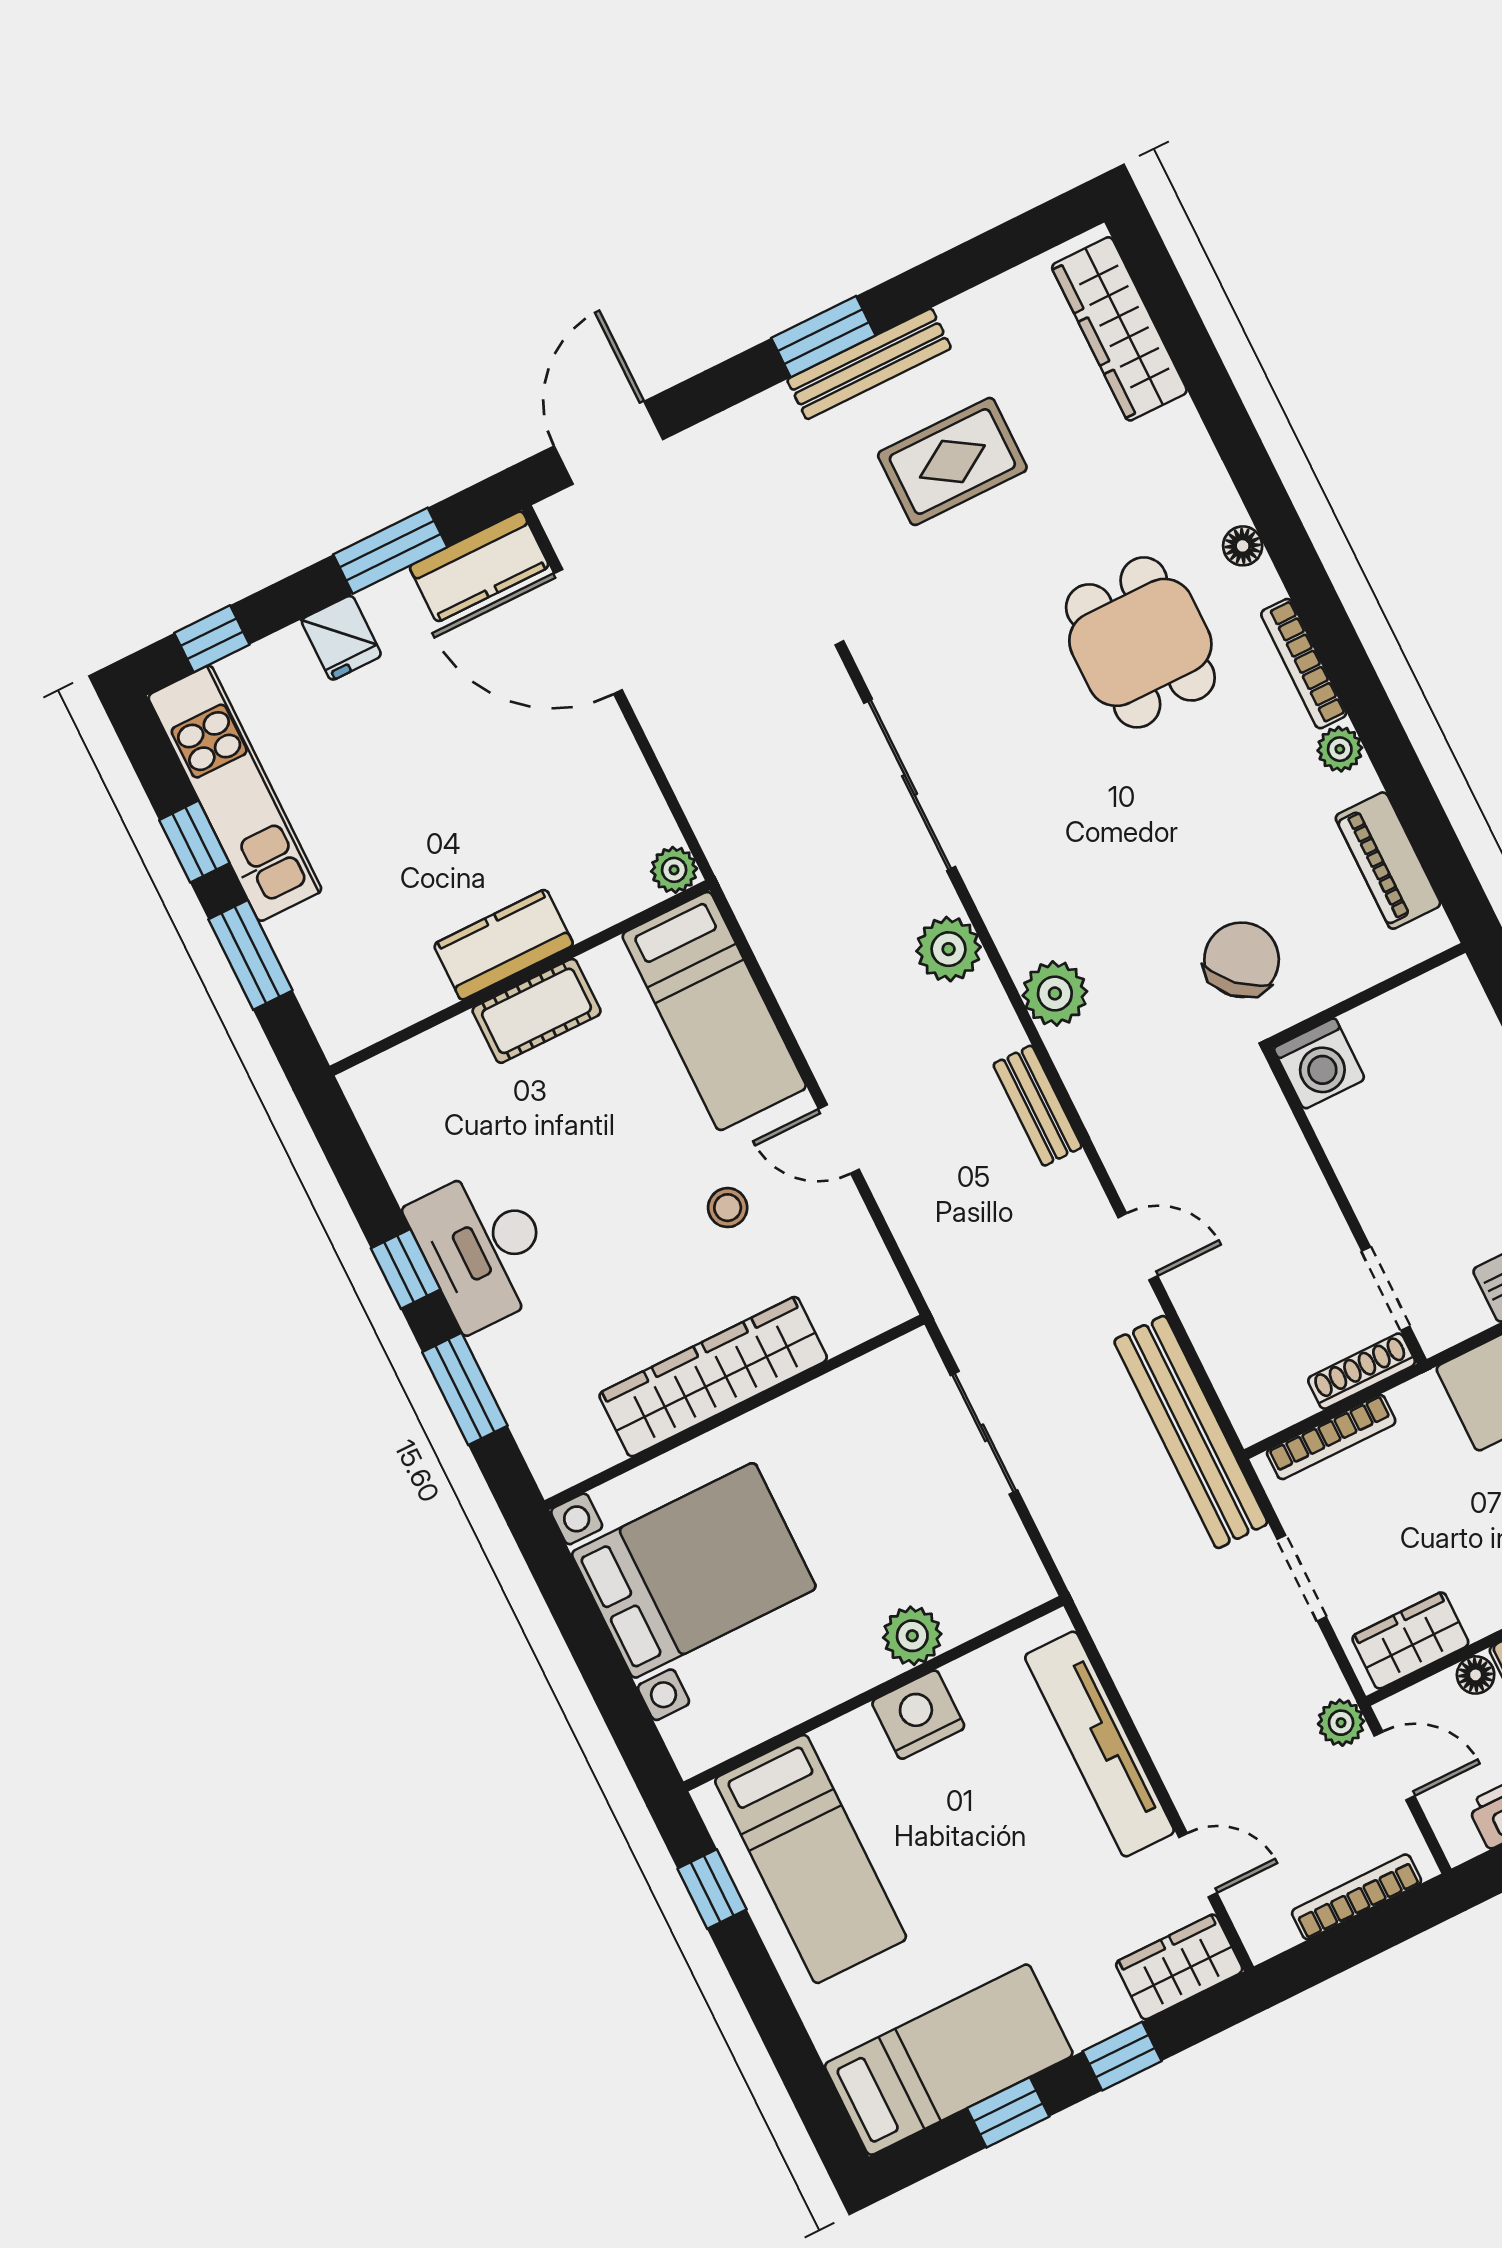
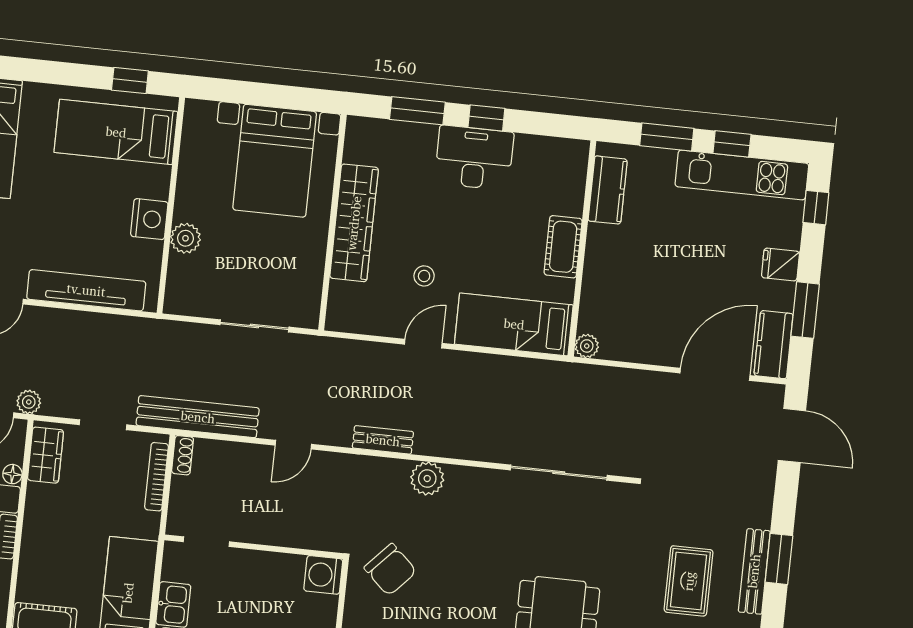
kitchen counter: (504, 945) -> (608, 190), moved
plant: (949, 949) -> (476, 444), removed
shoe rack: (1362, 1371) -> (183, 455), moved, width x0.70

